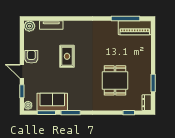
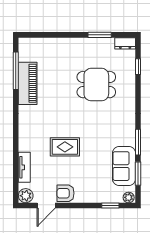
piano: (135, 28) -> (28, 83), moved
door: (22, 71) -> (46, 206), moved

